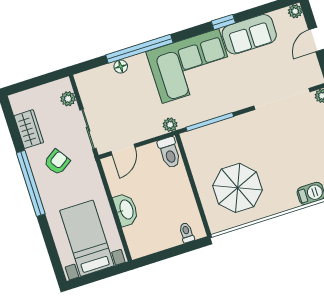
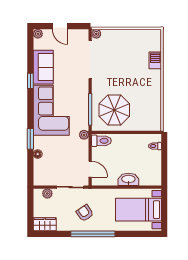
window: (139, 49) -> (30, 139), width x0.47
wardrobe: (29, 129) -> (45, 224), moved
parasol: (237, 188) -> (114, 110), moved

